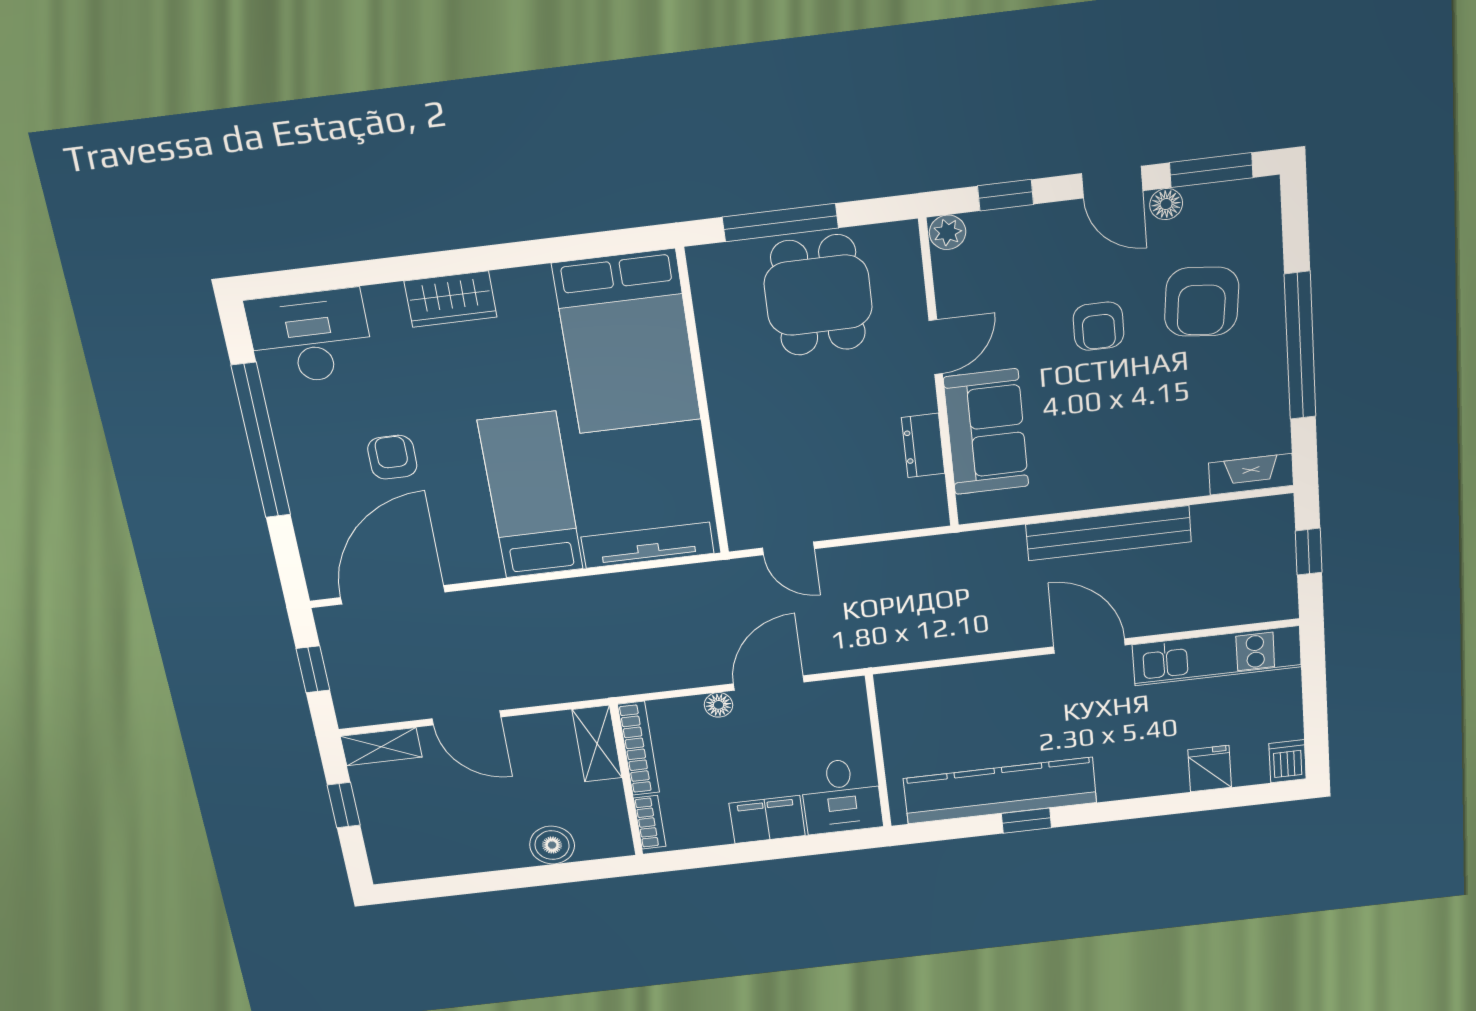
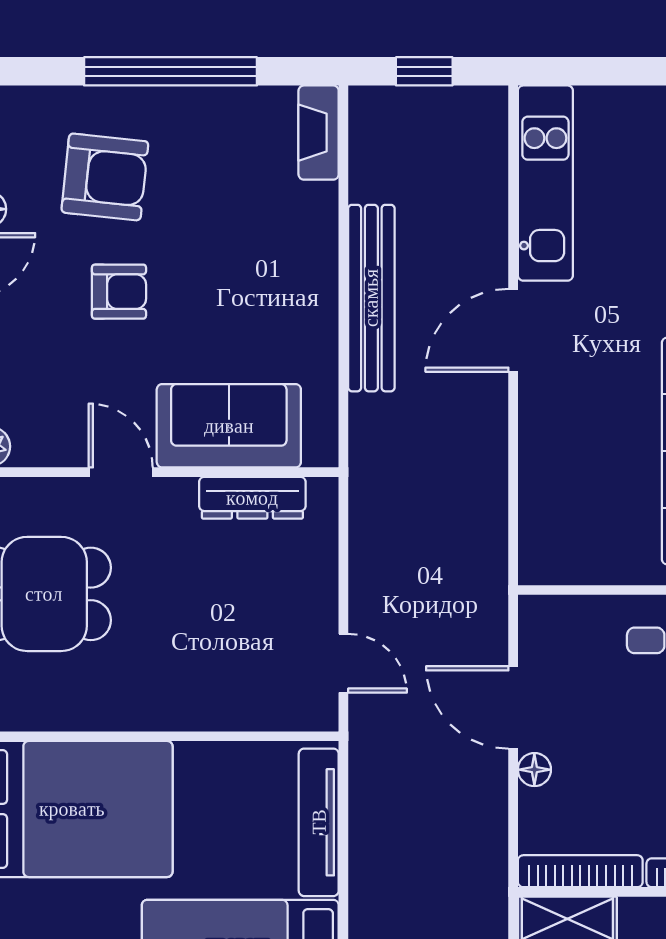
dresser: (923, 446) -> (252, 498), width x1.44
door: (788, 548) -> (343, 663), hinge flipped

